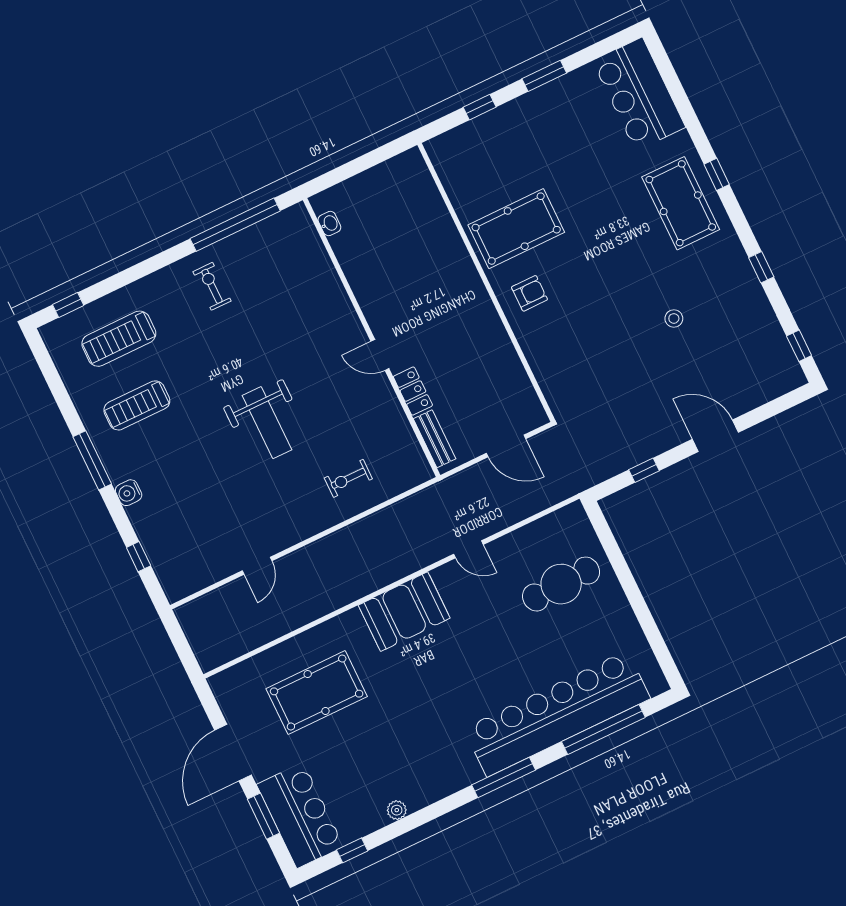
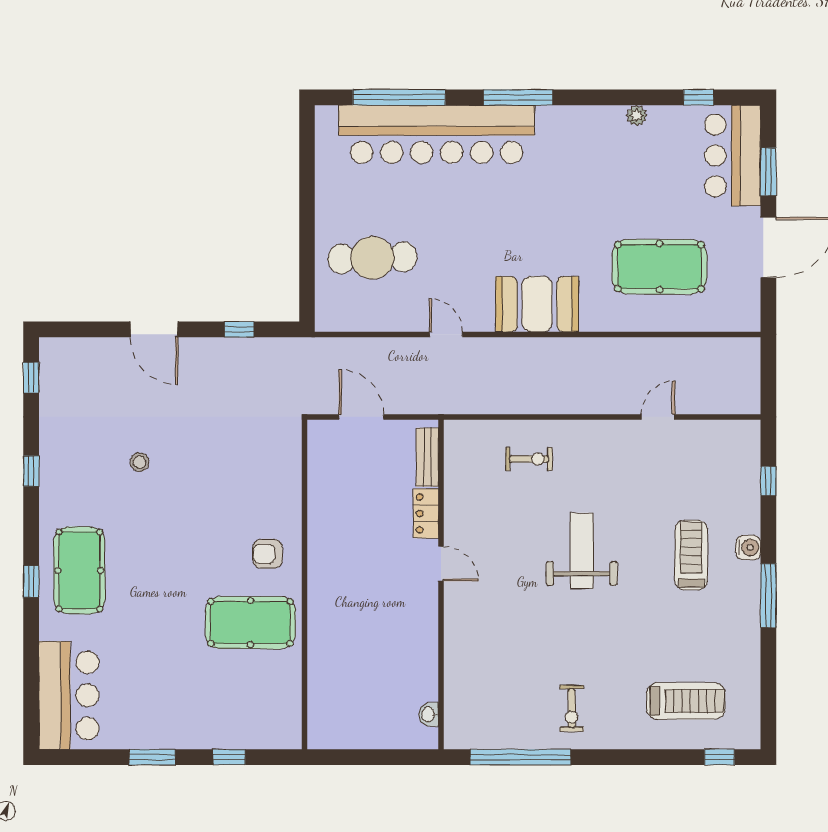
treadmill: (137, 405) -> (691, 555), moved, turned -90

